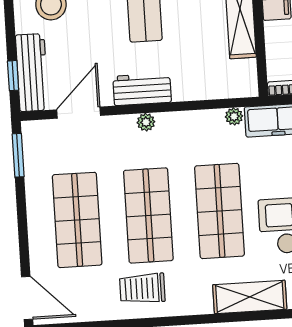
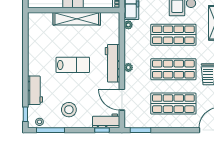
workbench: (32, 73) -> (106, 121), width x0.73
workbench: (142, 89) -> (112, 63), width x1.38

